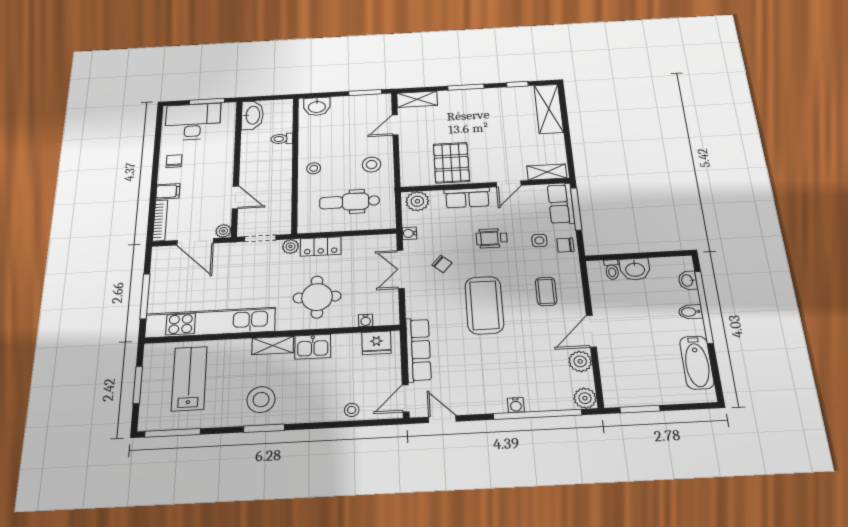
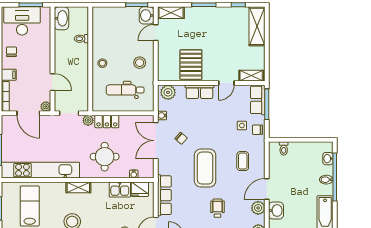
washbasin: (317, 106) -> (147, 15), moved, turned 90
wheelchair: (492, 238) -> (217, 208), moved, turned 90
double door: (401, 269) -> (156, 141), width x1.37
washbasin: (635, 269) -> (276, 211), moved, turned -90
kitchen sink: (313, 347) -> (120, 190), moved

